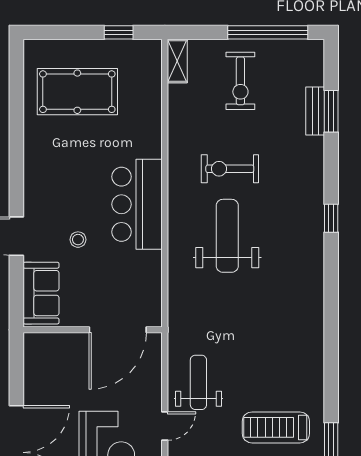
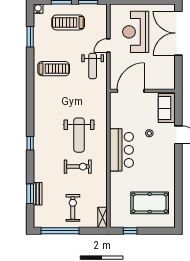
treadmill: (276, 427) -> (54, 69), moved

